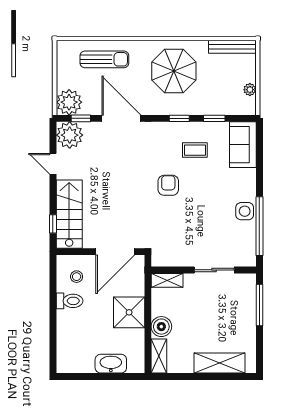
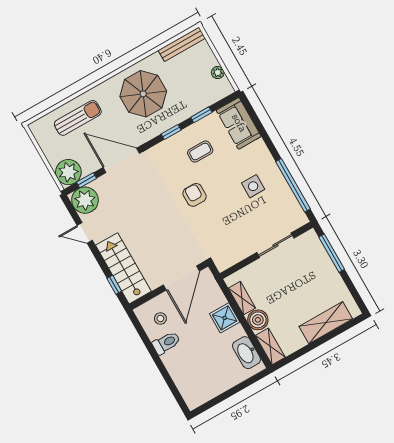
side table: (245, 211) -> (253, 186), moved
shelving: (167, 280) -> (242, 298), moved, turned 90
shower: (129, 312) -> (225, 318), width x0.73, depth x0.73
washbasin: (111, 364) -> (247, 353), moved, turned -90

